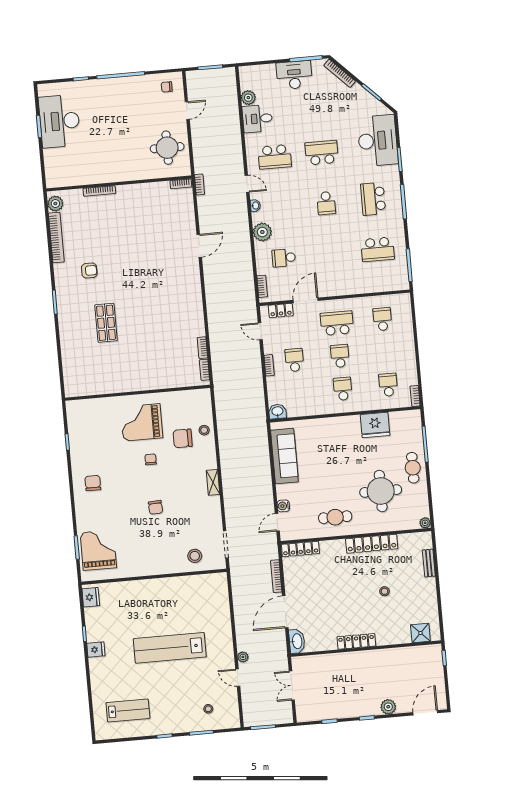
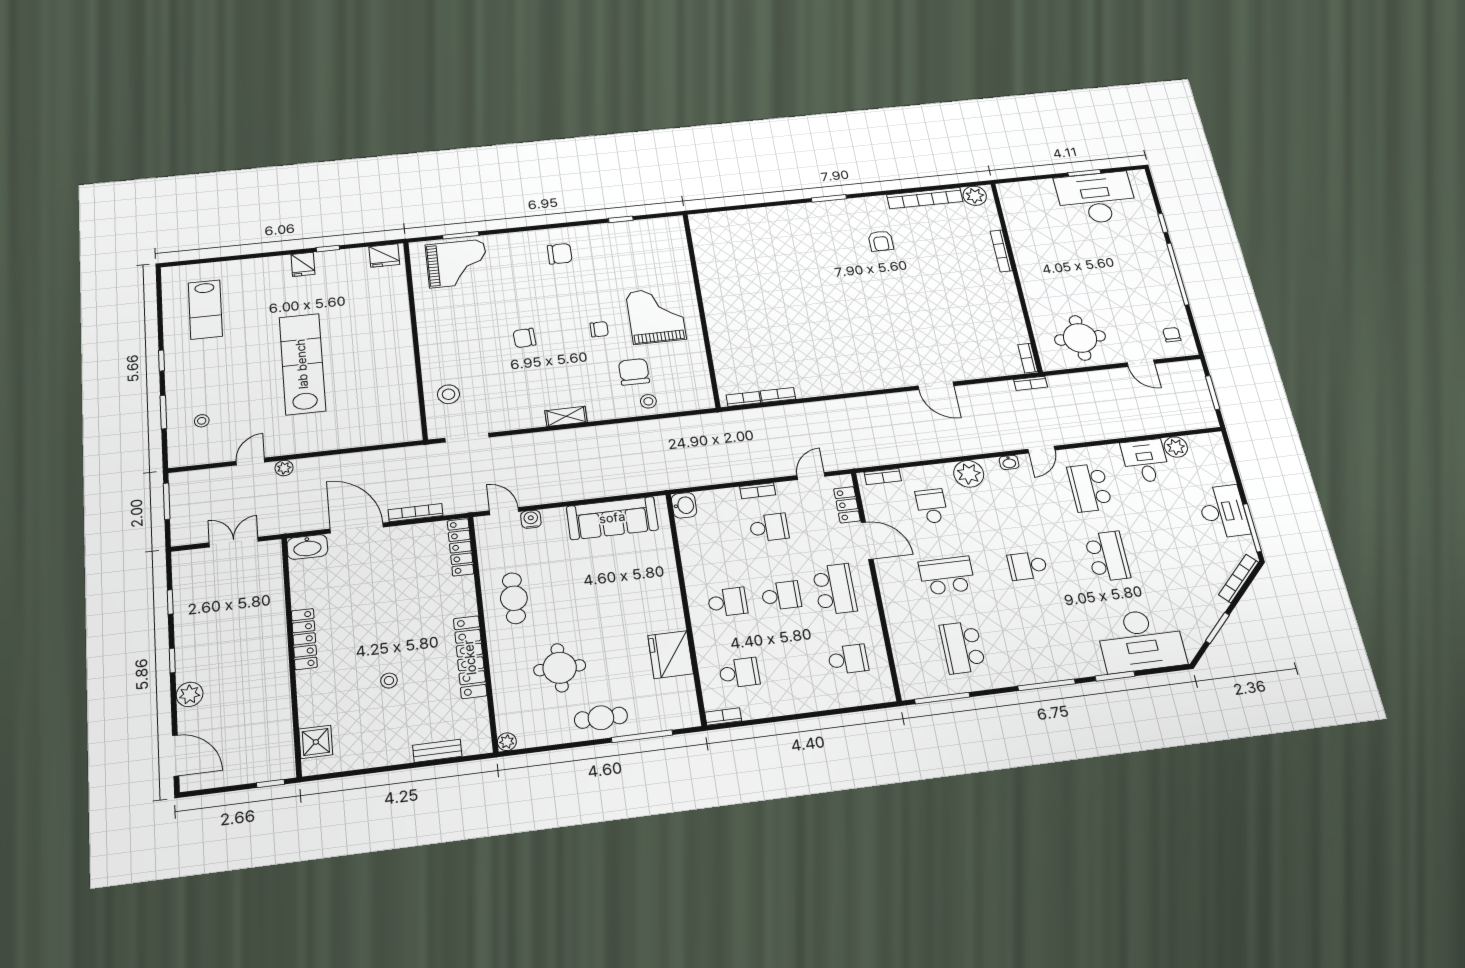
school desk: (373, 199) -> (947, 576), moved
shop shelf: (106, 323) -> (805, 265), removed
round table: (381, 491) -> (560, 668), width x0.73, depth x0.73

